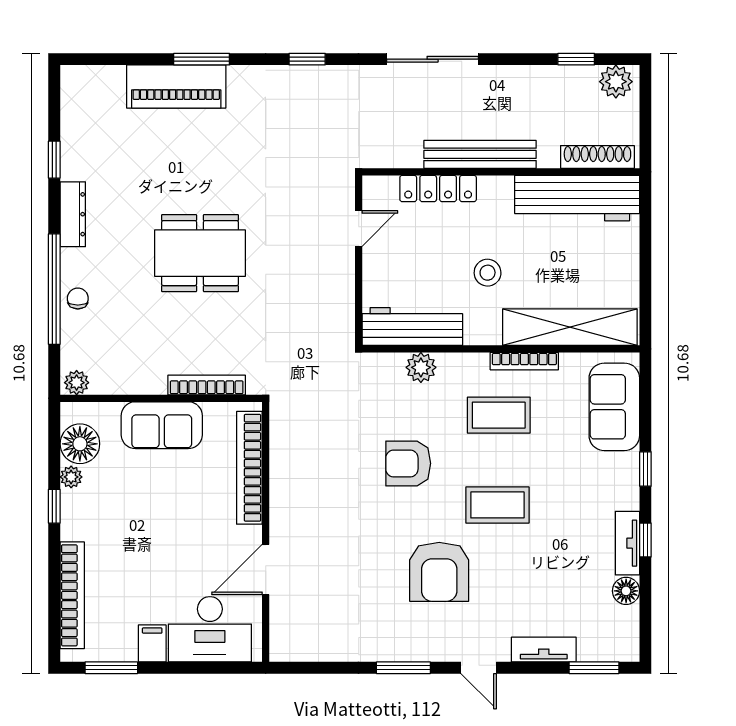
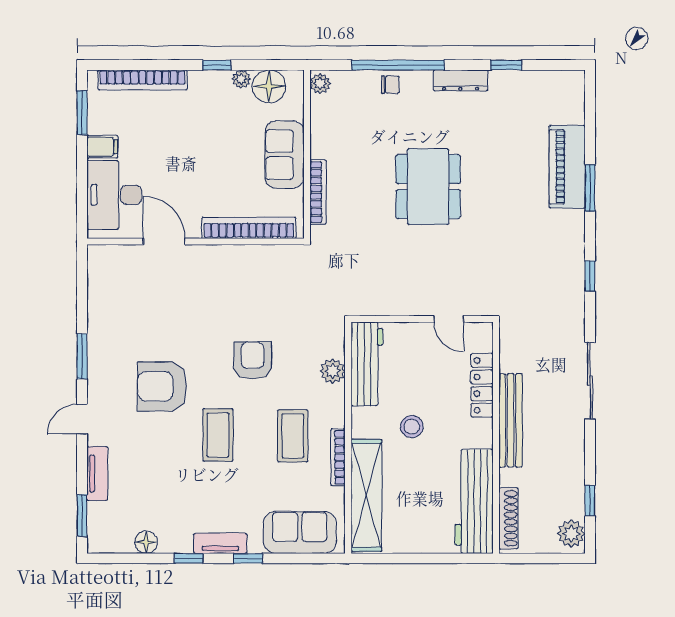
tv unit: (627, 543) -> (220, 543), moved

